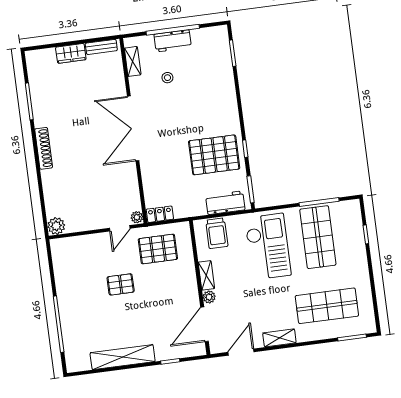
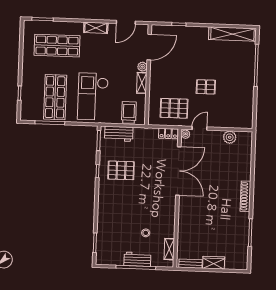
double door: (133, 128) -> (178, 171), moved
pallet: (214, 155) -> (121, 170), width x0.73, depth x0.71
plant: (56, 226) -> (230, 137), moved
shelving: (123, 357) -> (232, 34), moved

